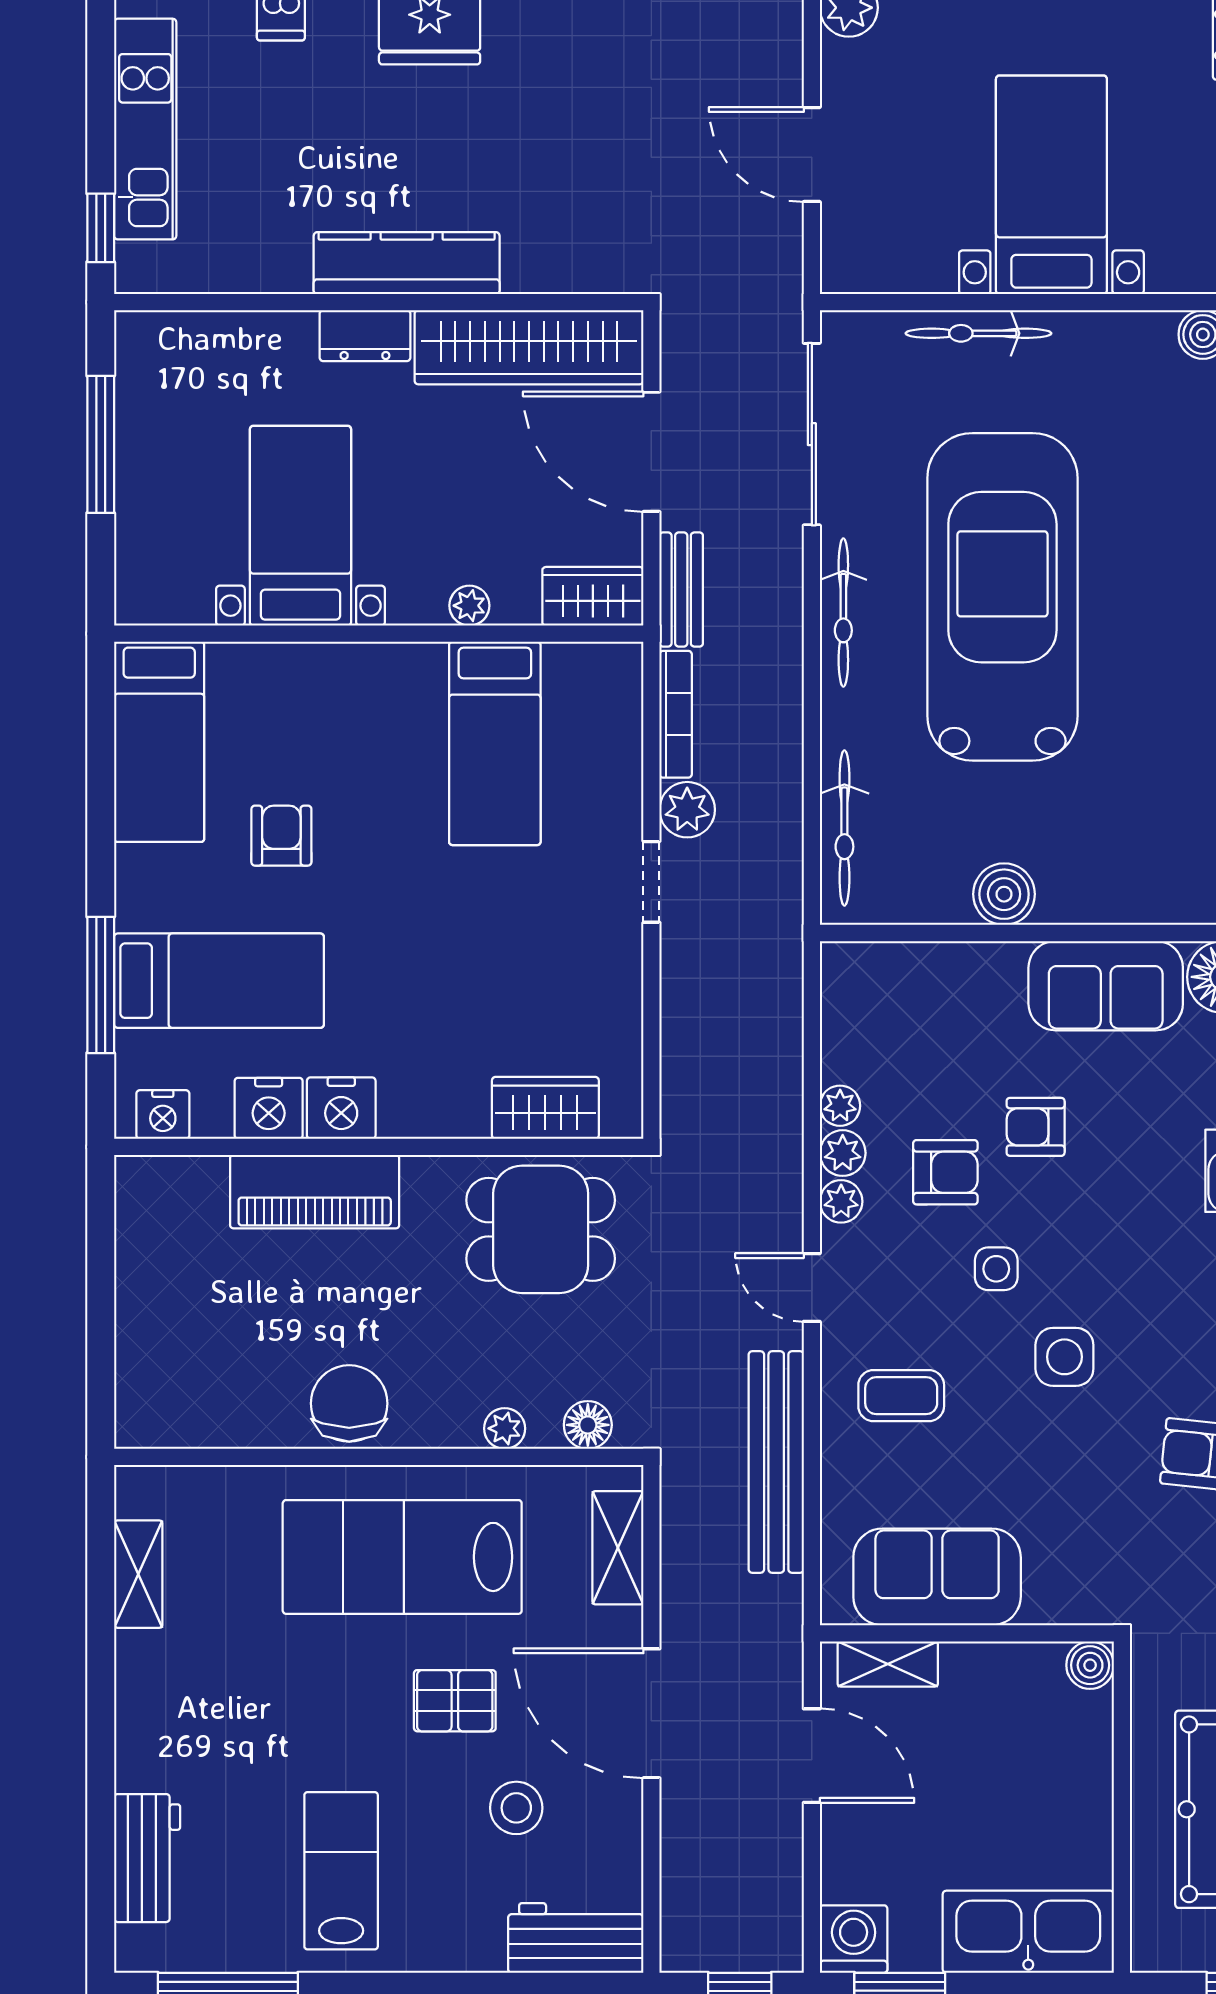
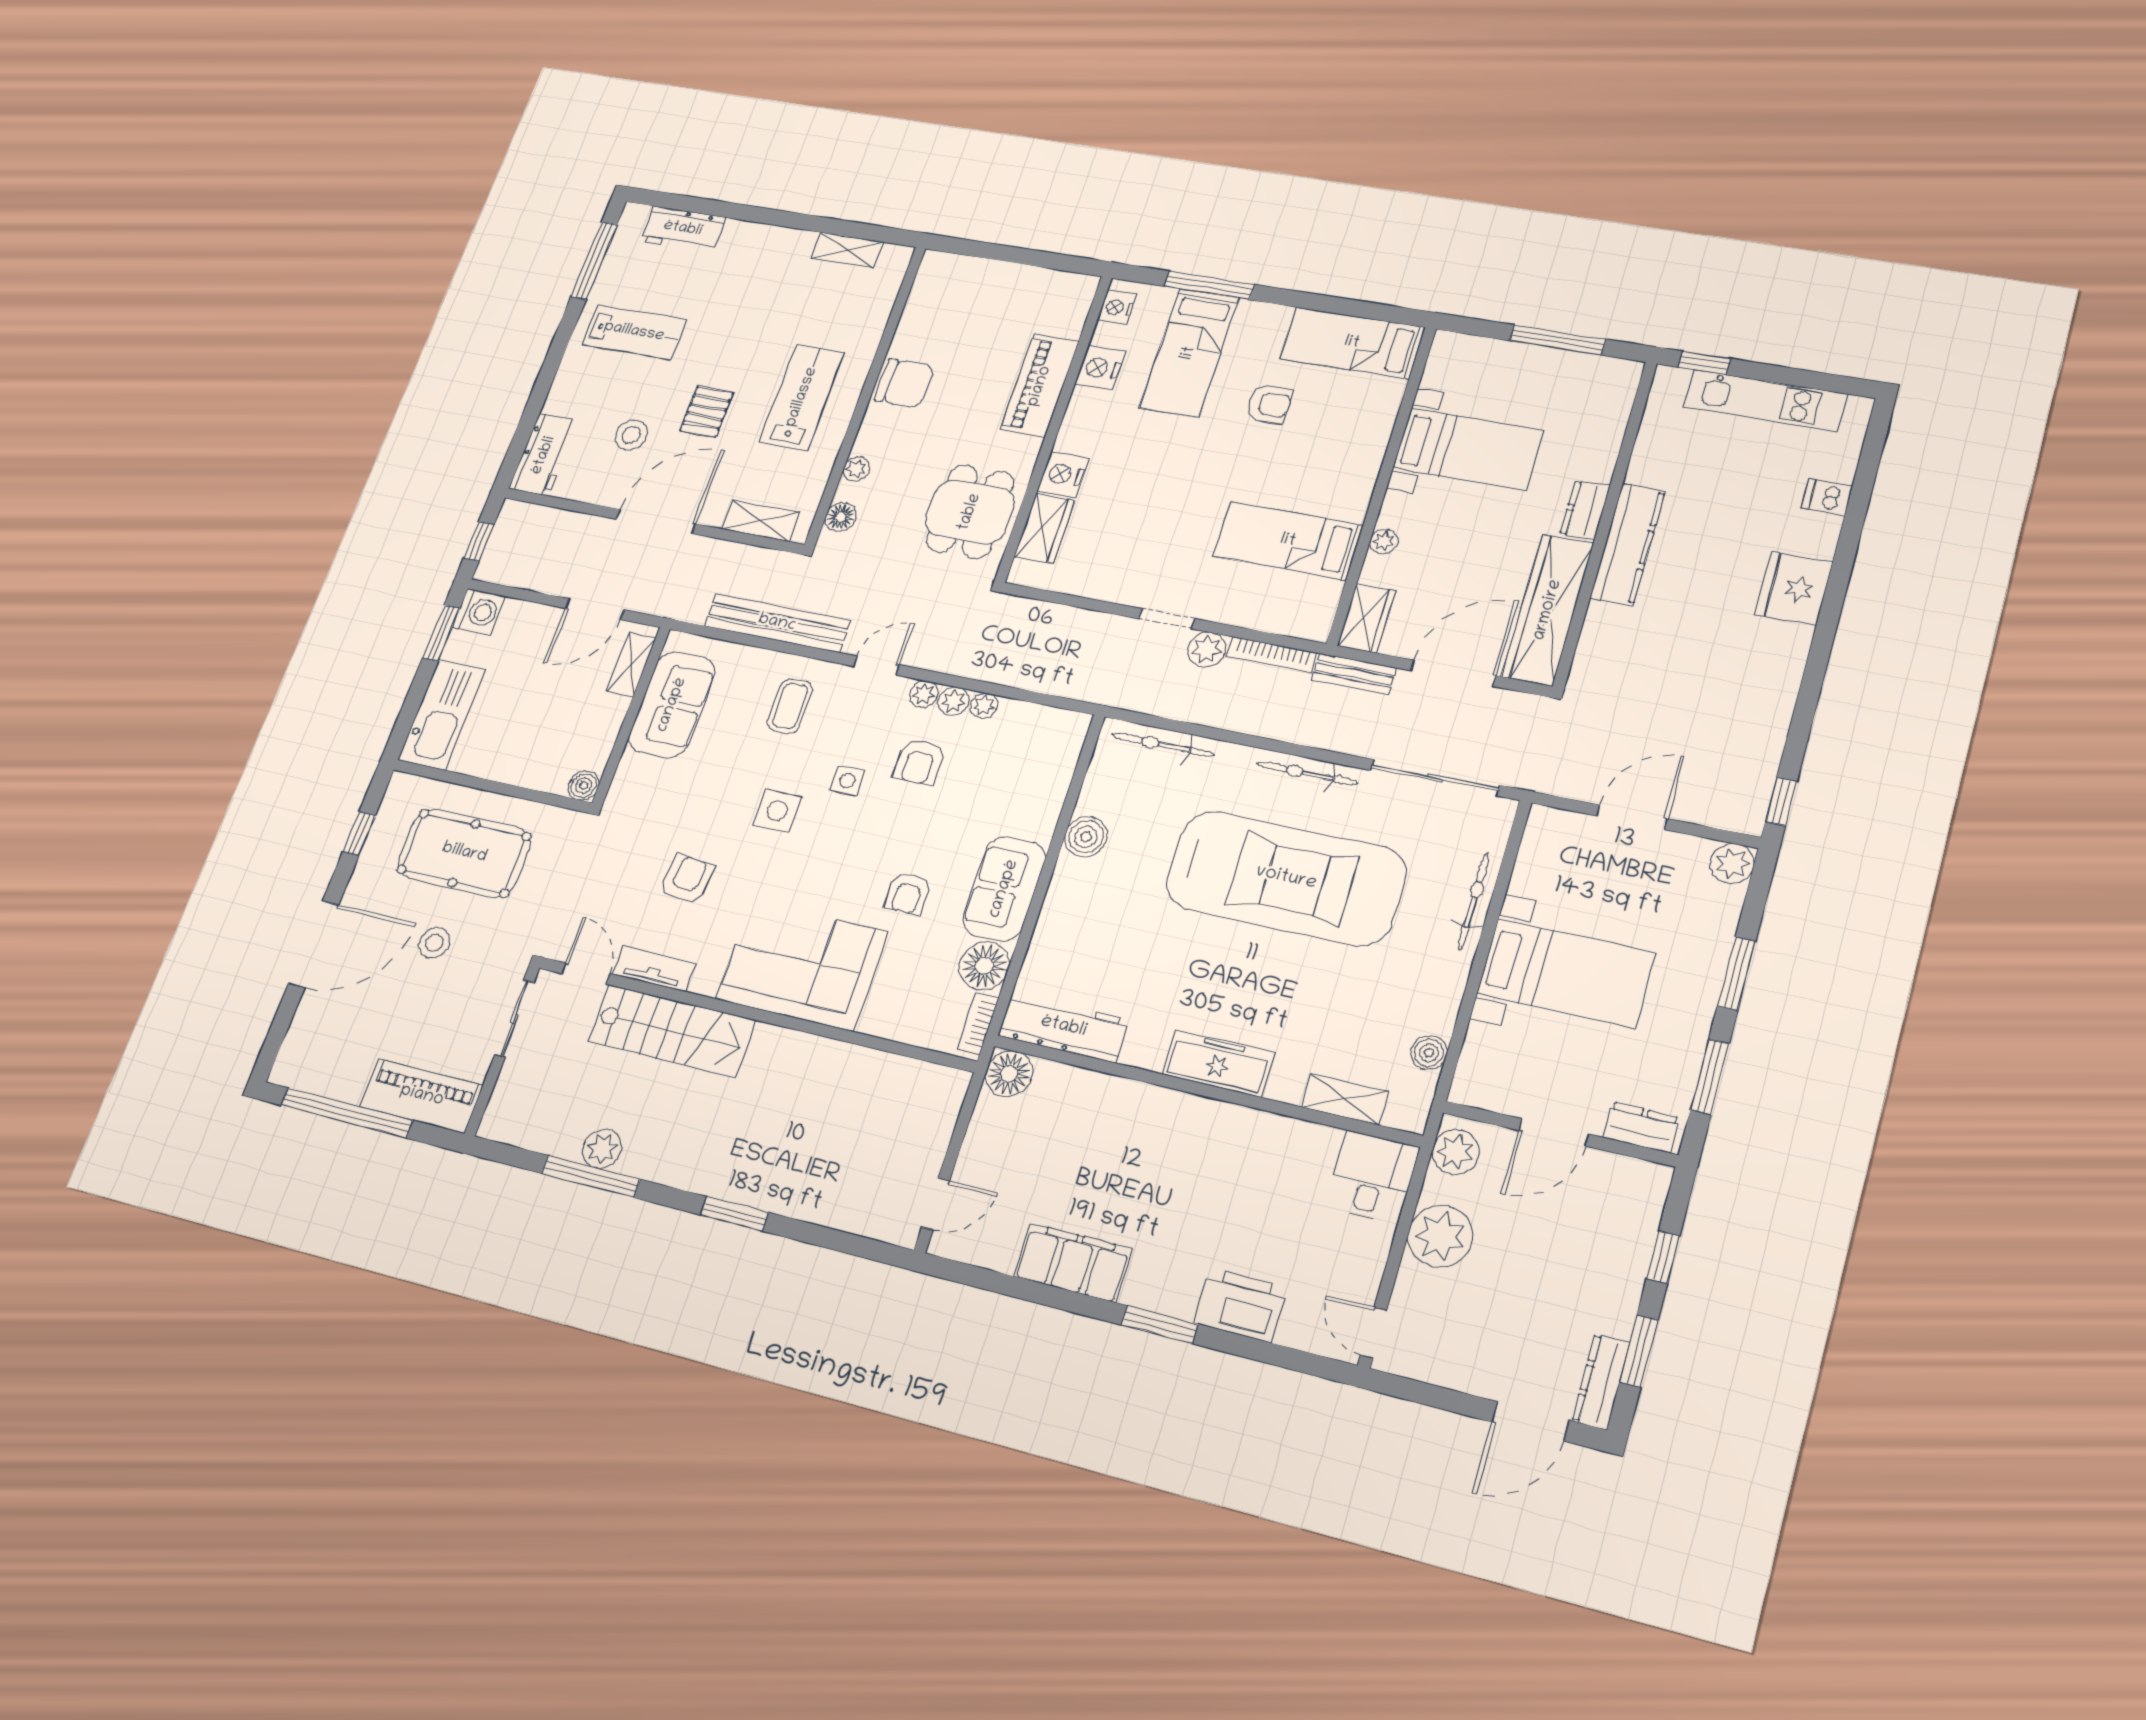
nightstand: (341, 1108) -> (1063, 474), moved
armchair: (1036, 1127) -> (908, 893), moved, turned 180
lab bench: (402, 1557) -> (802, 397), width x0.73, depth x0.72

